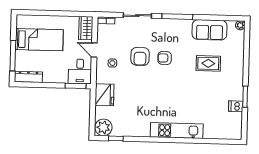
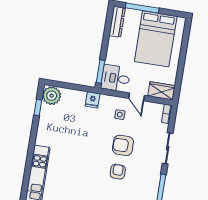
bed: (39, 40) -> (156, 39), width x1.50
door: (94, 50) -> (137, 97), swing flipped
fridge: (104, 95) -> (93, 100), width x0.53, depth x0.75

